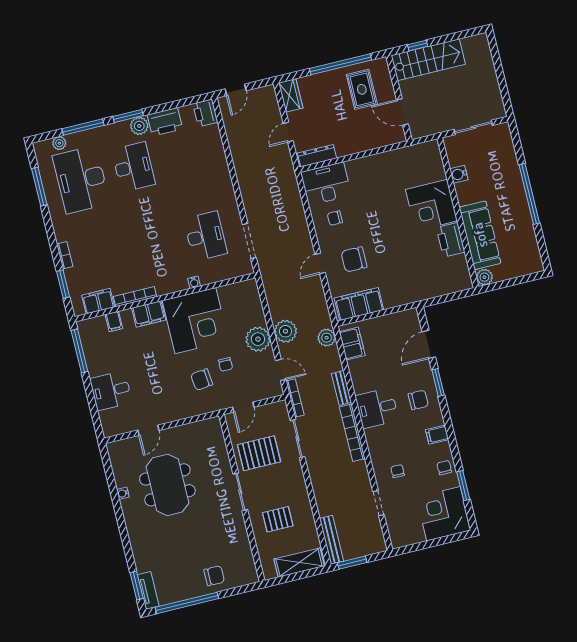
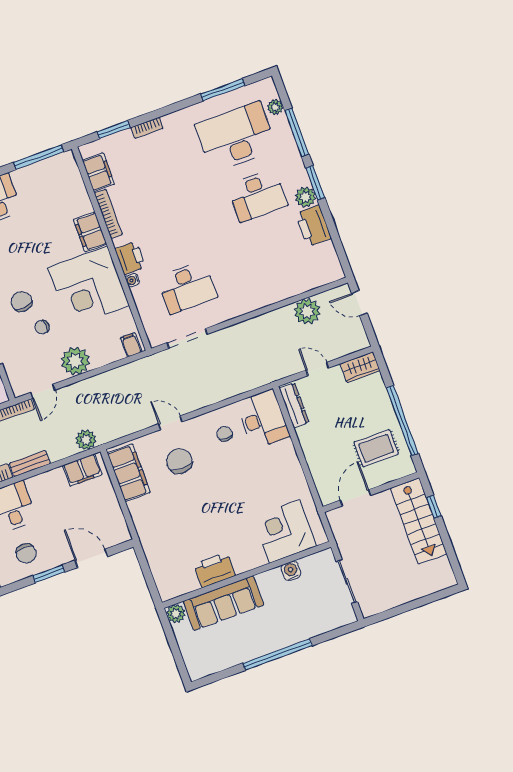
printer: (205, 113) -> (130, 258), moved, turned 90
corner desk: (431, 205) -> (285, 531), moved
filing cabinet: (114, 321) -> (131, 345), moved, turned 90
plant: (285, 331) -> (307, 311), moved

